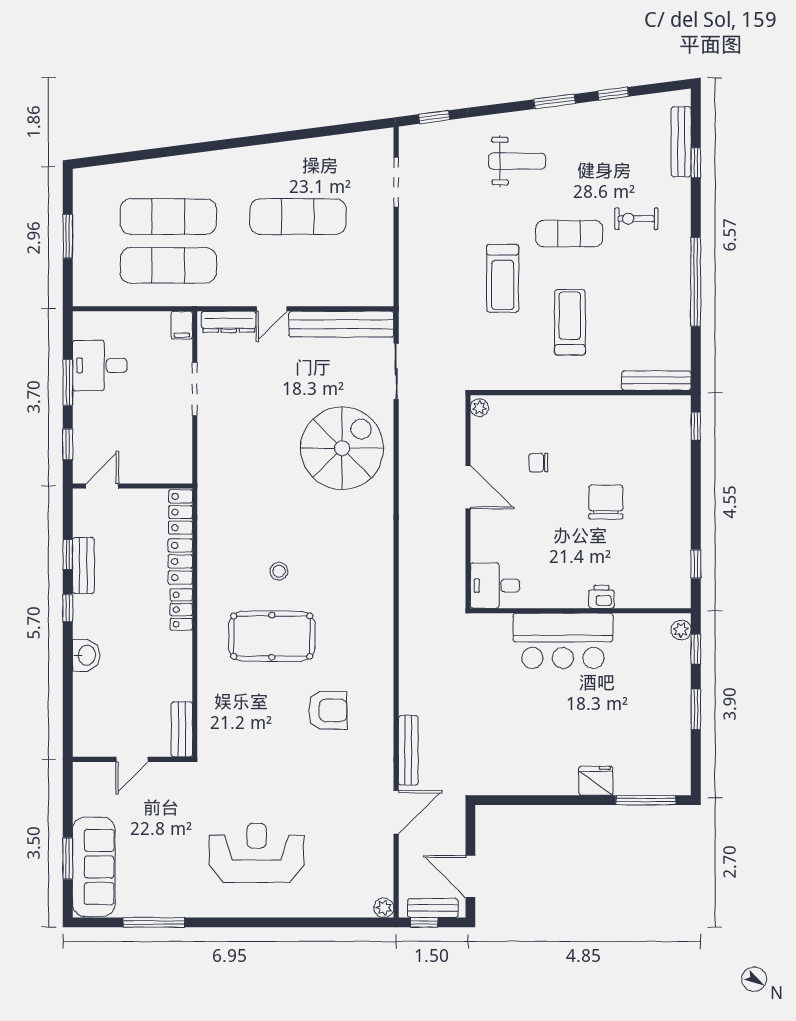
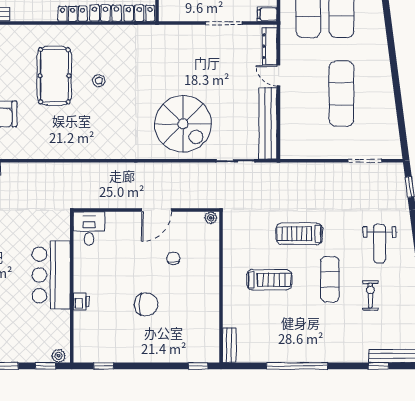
exercise bike: (636, 219) -> (370, 296), moved
bench: (656, 381) -> (229, 345), width x0.73

